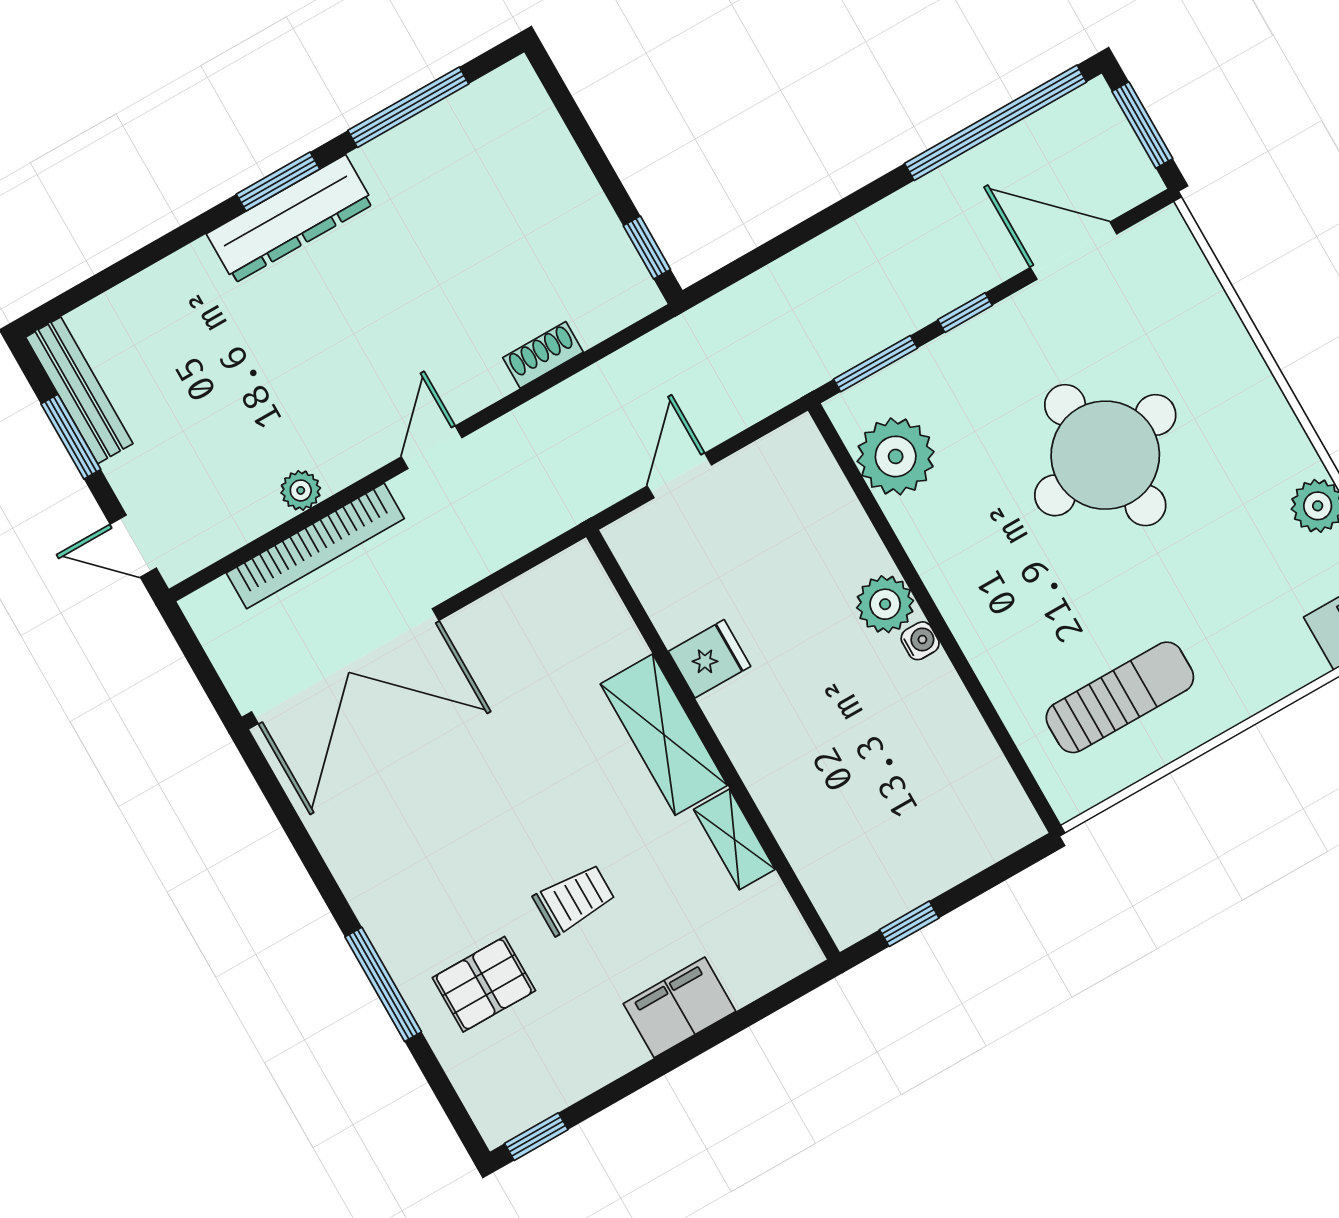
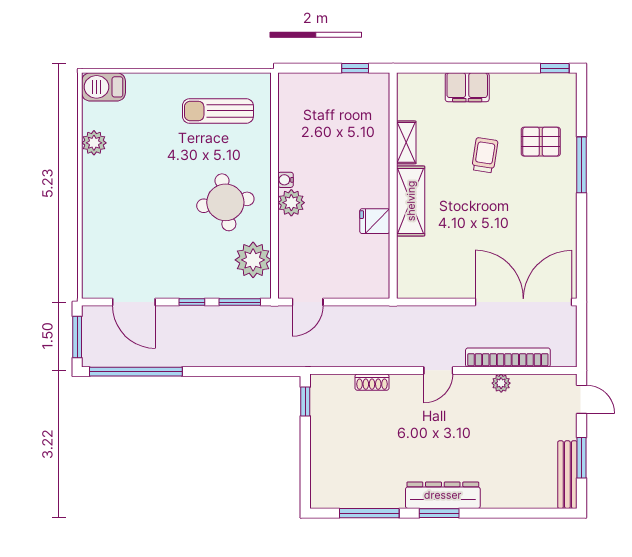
round table: (1105, 455) -> (225, 202), moved, width x0.73, depth x0.73
door: (679, 476) -> (308, 302), moved
trolley: (574, 899) -> (485, 155), turned 99

